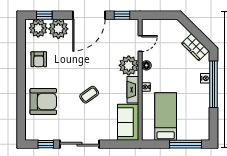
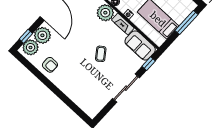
armchair: (43, 101) -> (79, 86), removed
window: (46, 144) -> (149, 64), moved

